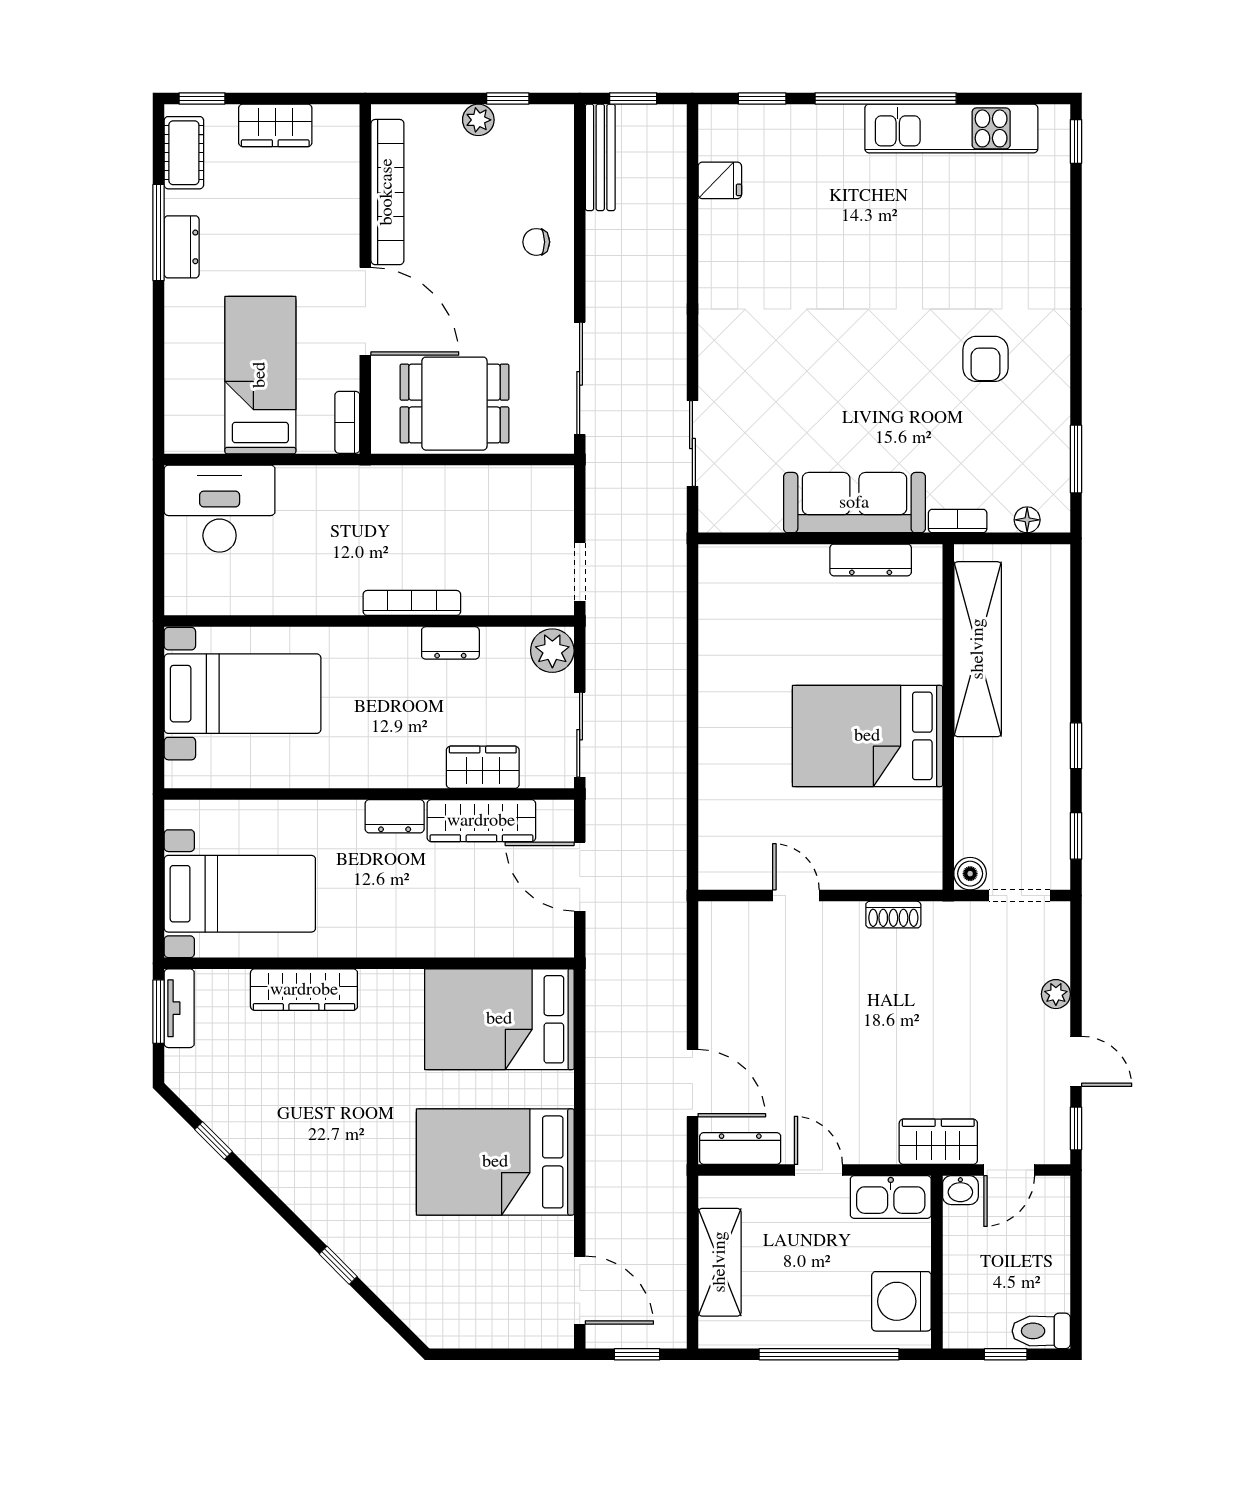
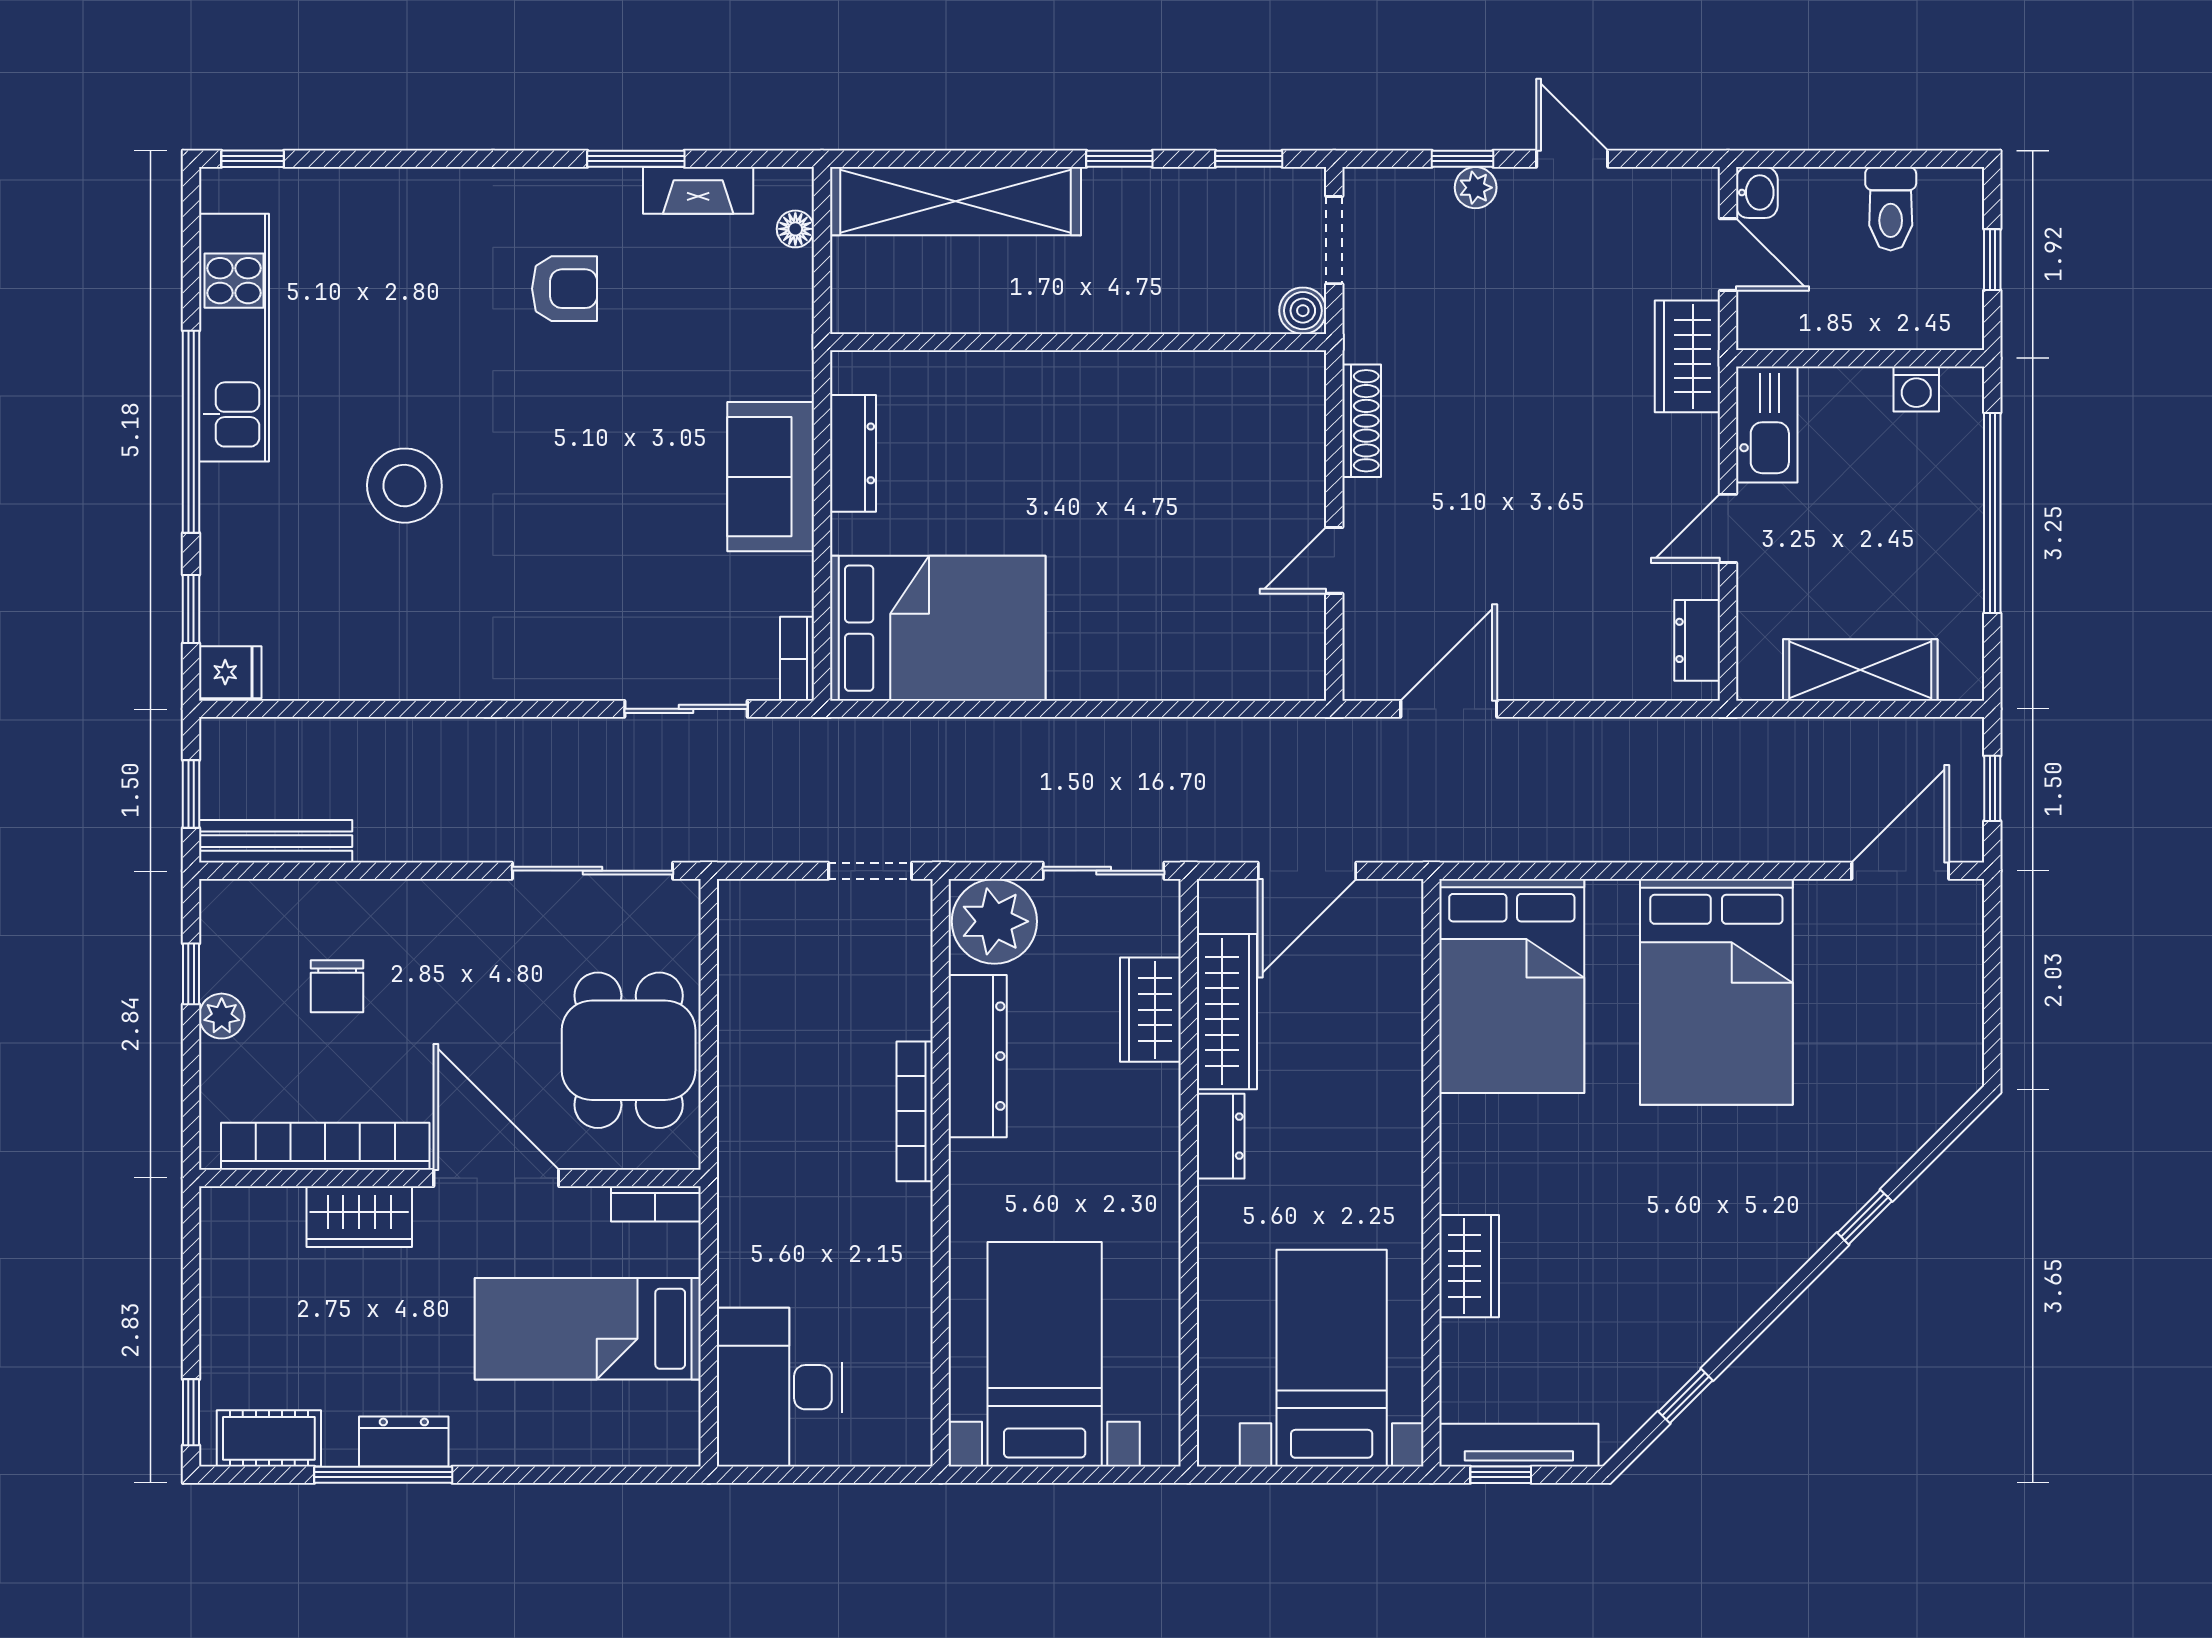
wardrobe: (275, 125) -> (359, 1217), moved, turned 90
fridge: (720, 180) -> (230, 672), moved, turned 90
chair: (536, 242) -> (337, 986), moved, width x1.37, depth x1.37
stool: (848, 247) -> (404, 486), added
door: (365, 311) -> (496, 1178), hinge flipped
fireplace: (1054, 452) -> (698, 190), added
window: (1076, 459) -> (636, 159), moved
sofa: (854, 503) -> (771, 477), width x0.73
bookcase: (958, 521) -> (797, 659), moved
dresser: (450, 643) -> (978, 1056), width x1.96, depth x1.24
shelving: (978, 649) -> (955, 201), moved
plant: (552, 651) -> (994, 921), width x1.36, depth x1.36
bed: (867, 736) -> (938, 628), moved, turned -90
shoe rack: (893, 915) -> (1362, 421), width x1.43
wardrobe: (304, 990) -> (1469, 1266), width x0.67
tv unit: (179, 1008) -> (1519, 1445), width x1.41
window: (159, 1012) -> (1501, 1475), width x0.67
door: (1076, 1061) -> (1572, 159), hinge flipped
door: (692, 1083) -> (1449, 709), moved
window: (1076, 1128) -> (1462, 159), moved
dresser: (740, 1149) -> (1697, 640), width x0.70
washbasin: (960, 1190) -> (1757, 193), moved
washing machine: (901, 1301) -> (1916, 389), width x0.53, depth x0.53
toilet: (1041, 1331) -> (1891, 209), moved

